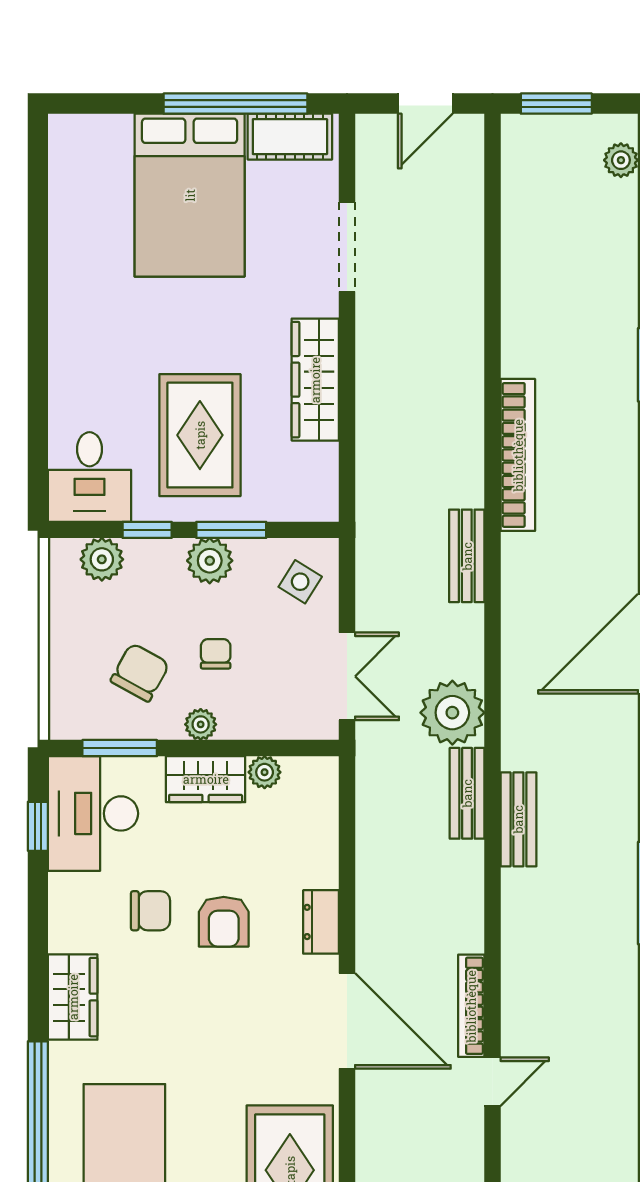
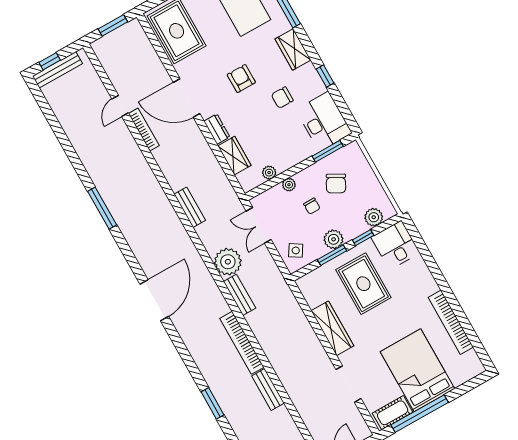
bookcase: (66, 255) -> (451, 322), added
plant: (452, 713) -> (228, 262), moved
plant: (201, 724) -> (289, 185), moved
wardrobe: (206, 779) -> (234, 156), moved, turned 90
bench: (518, 819) -> (268, 390), moved
window: (38, 826) -> (325, 76), moved
armchair: (224, 922) -> (241, 79), moved

